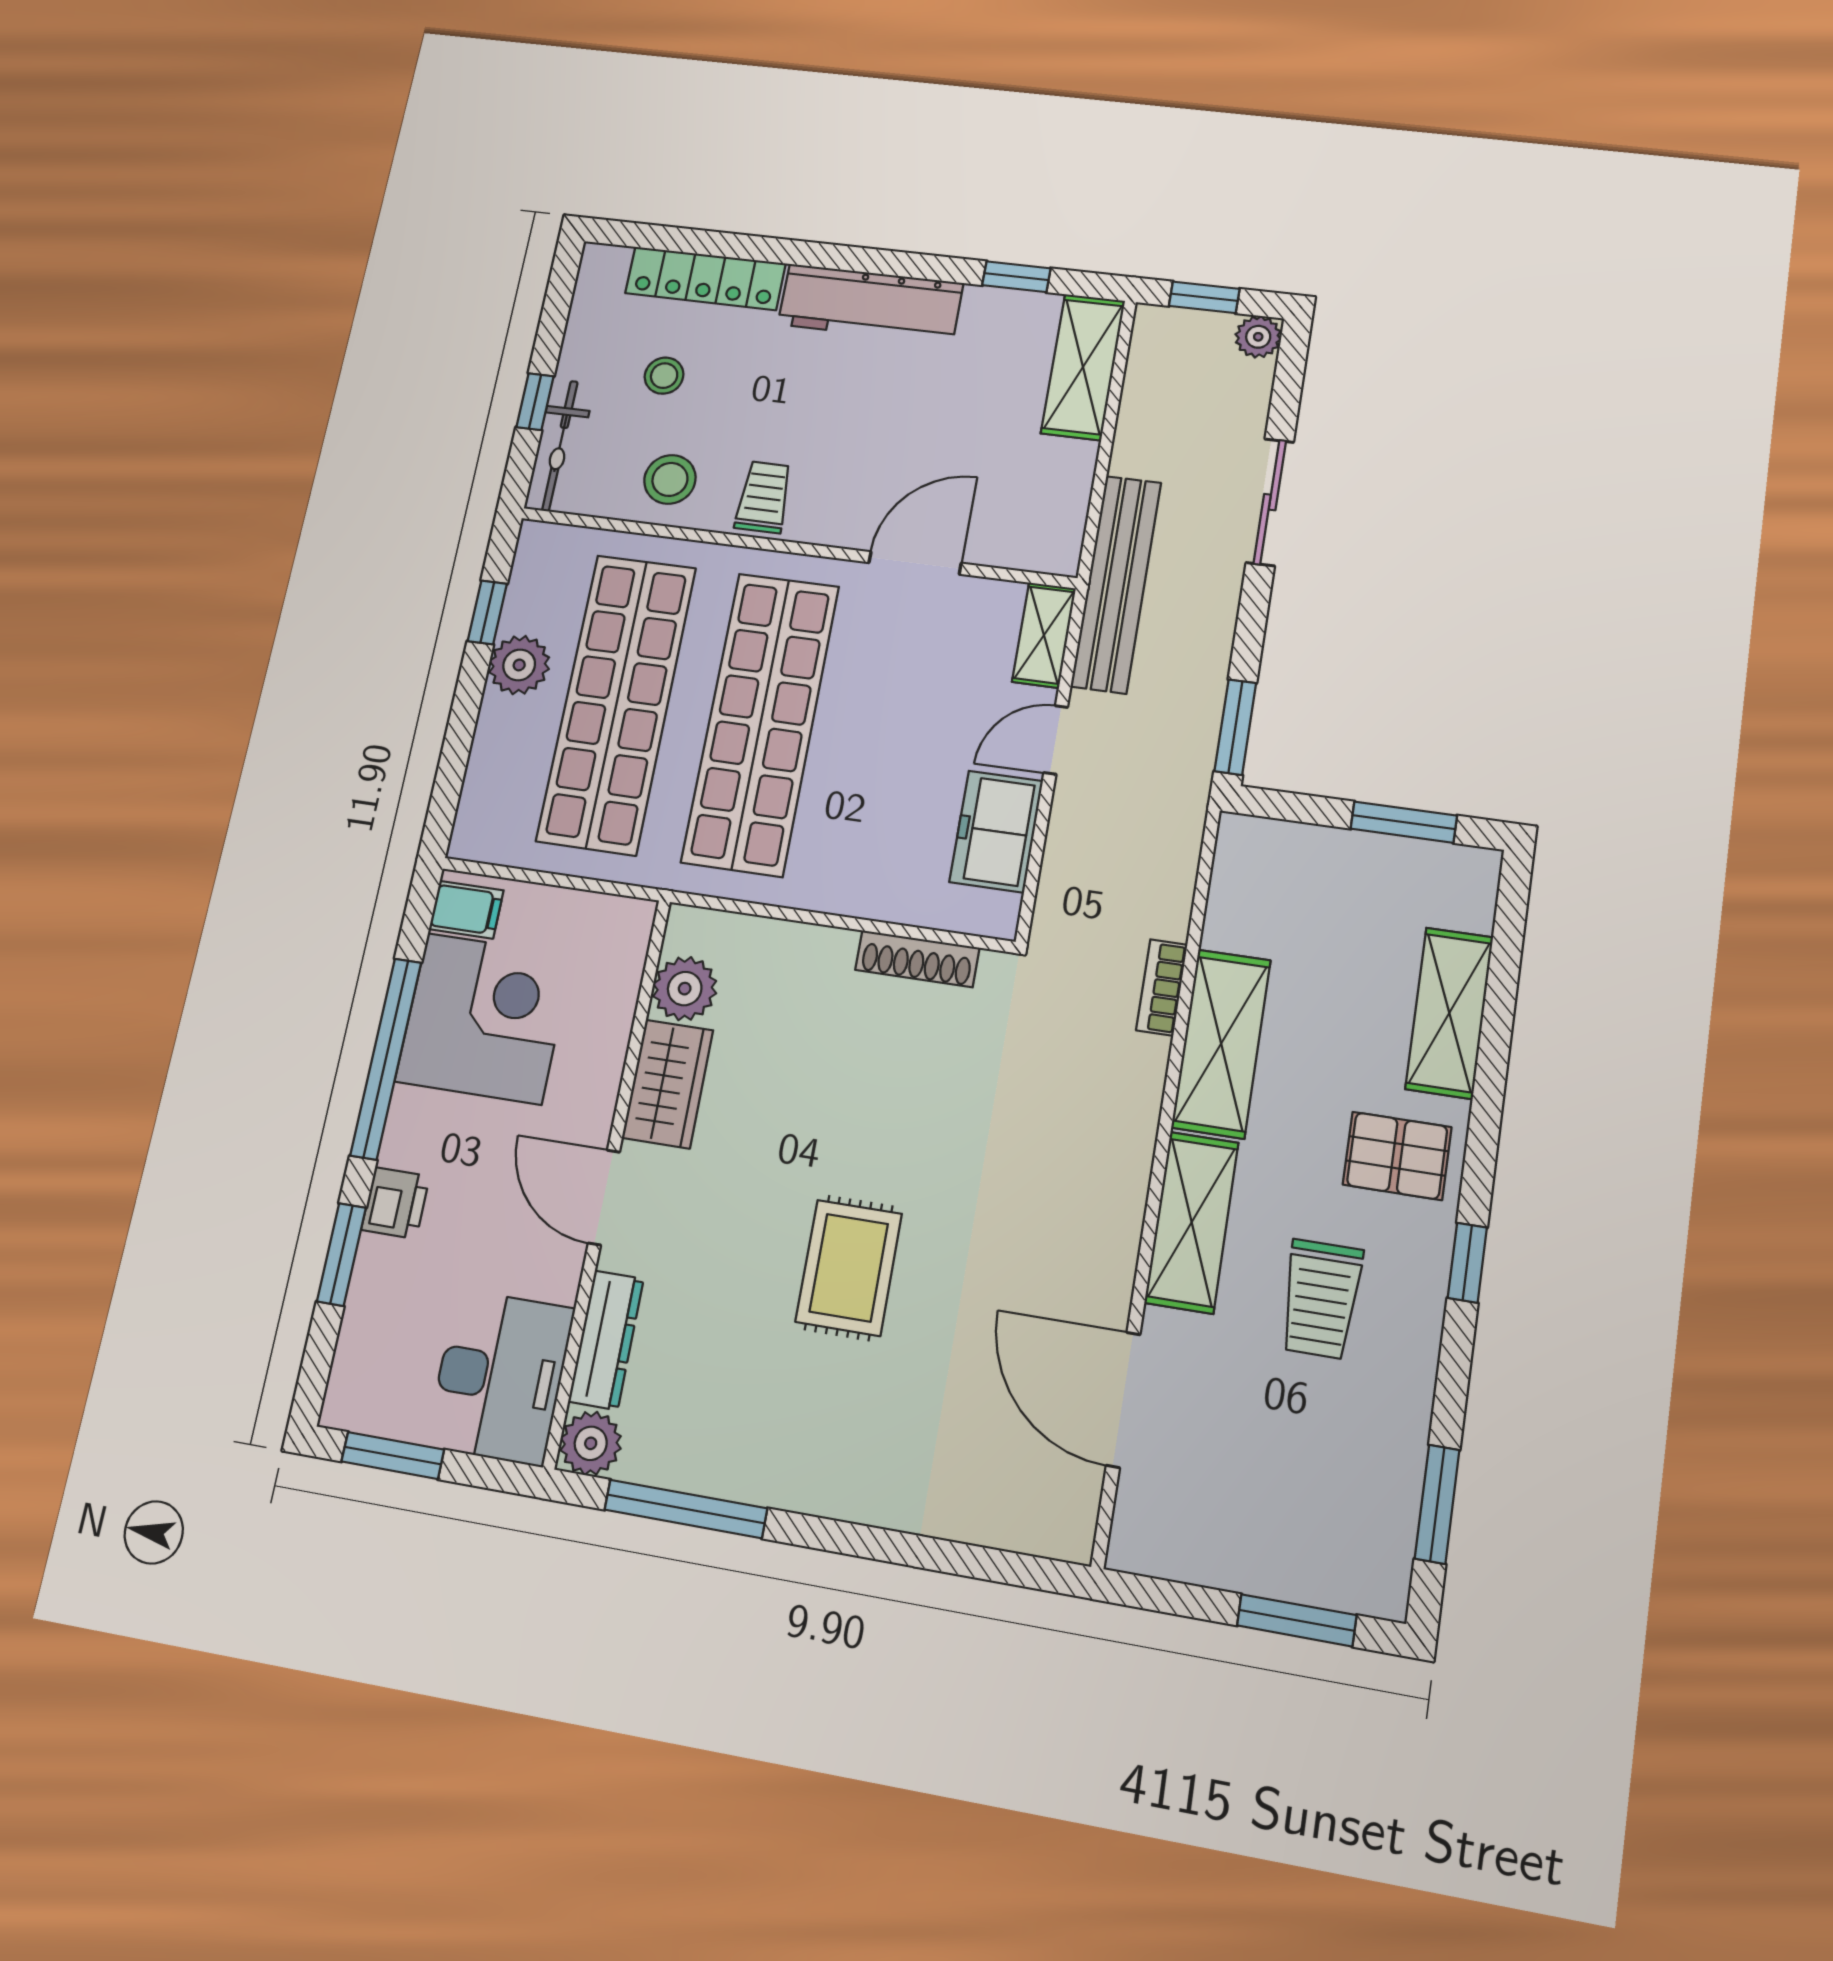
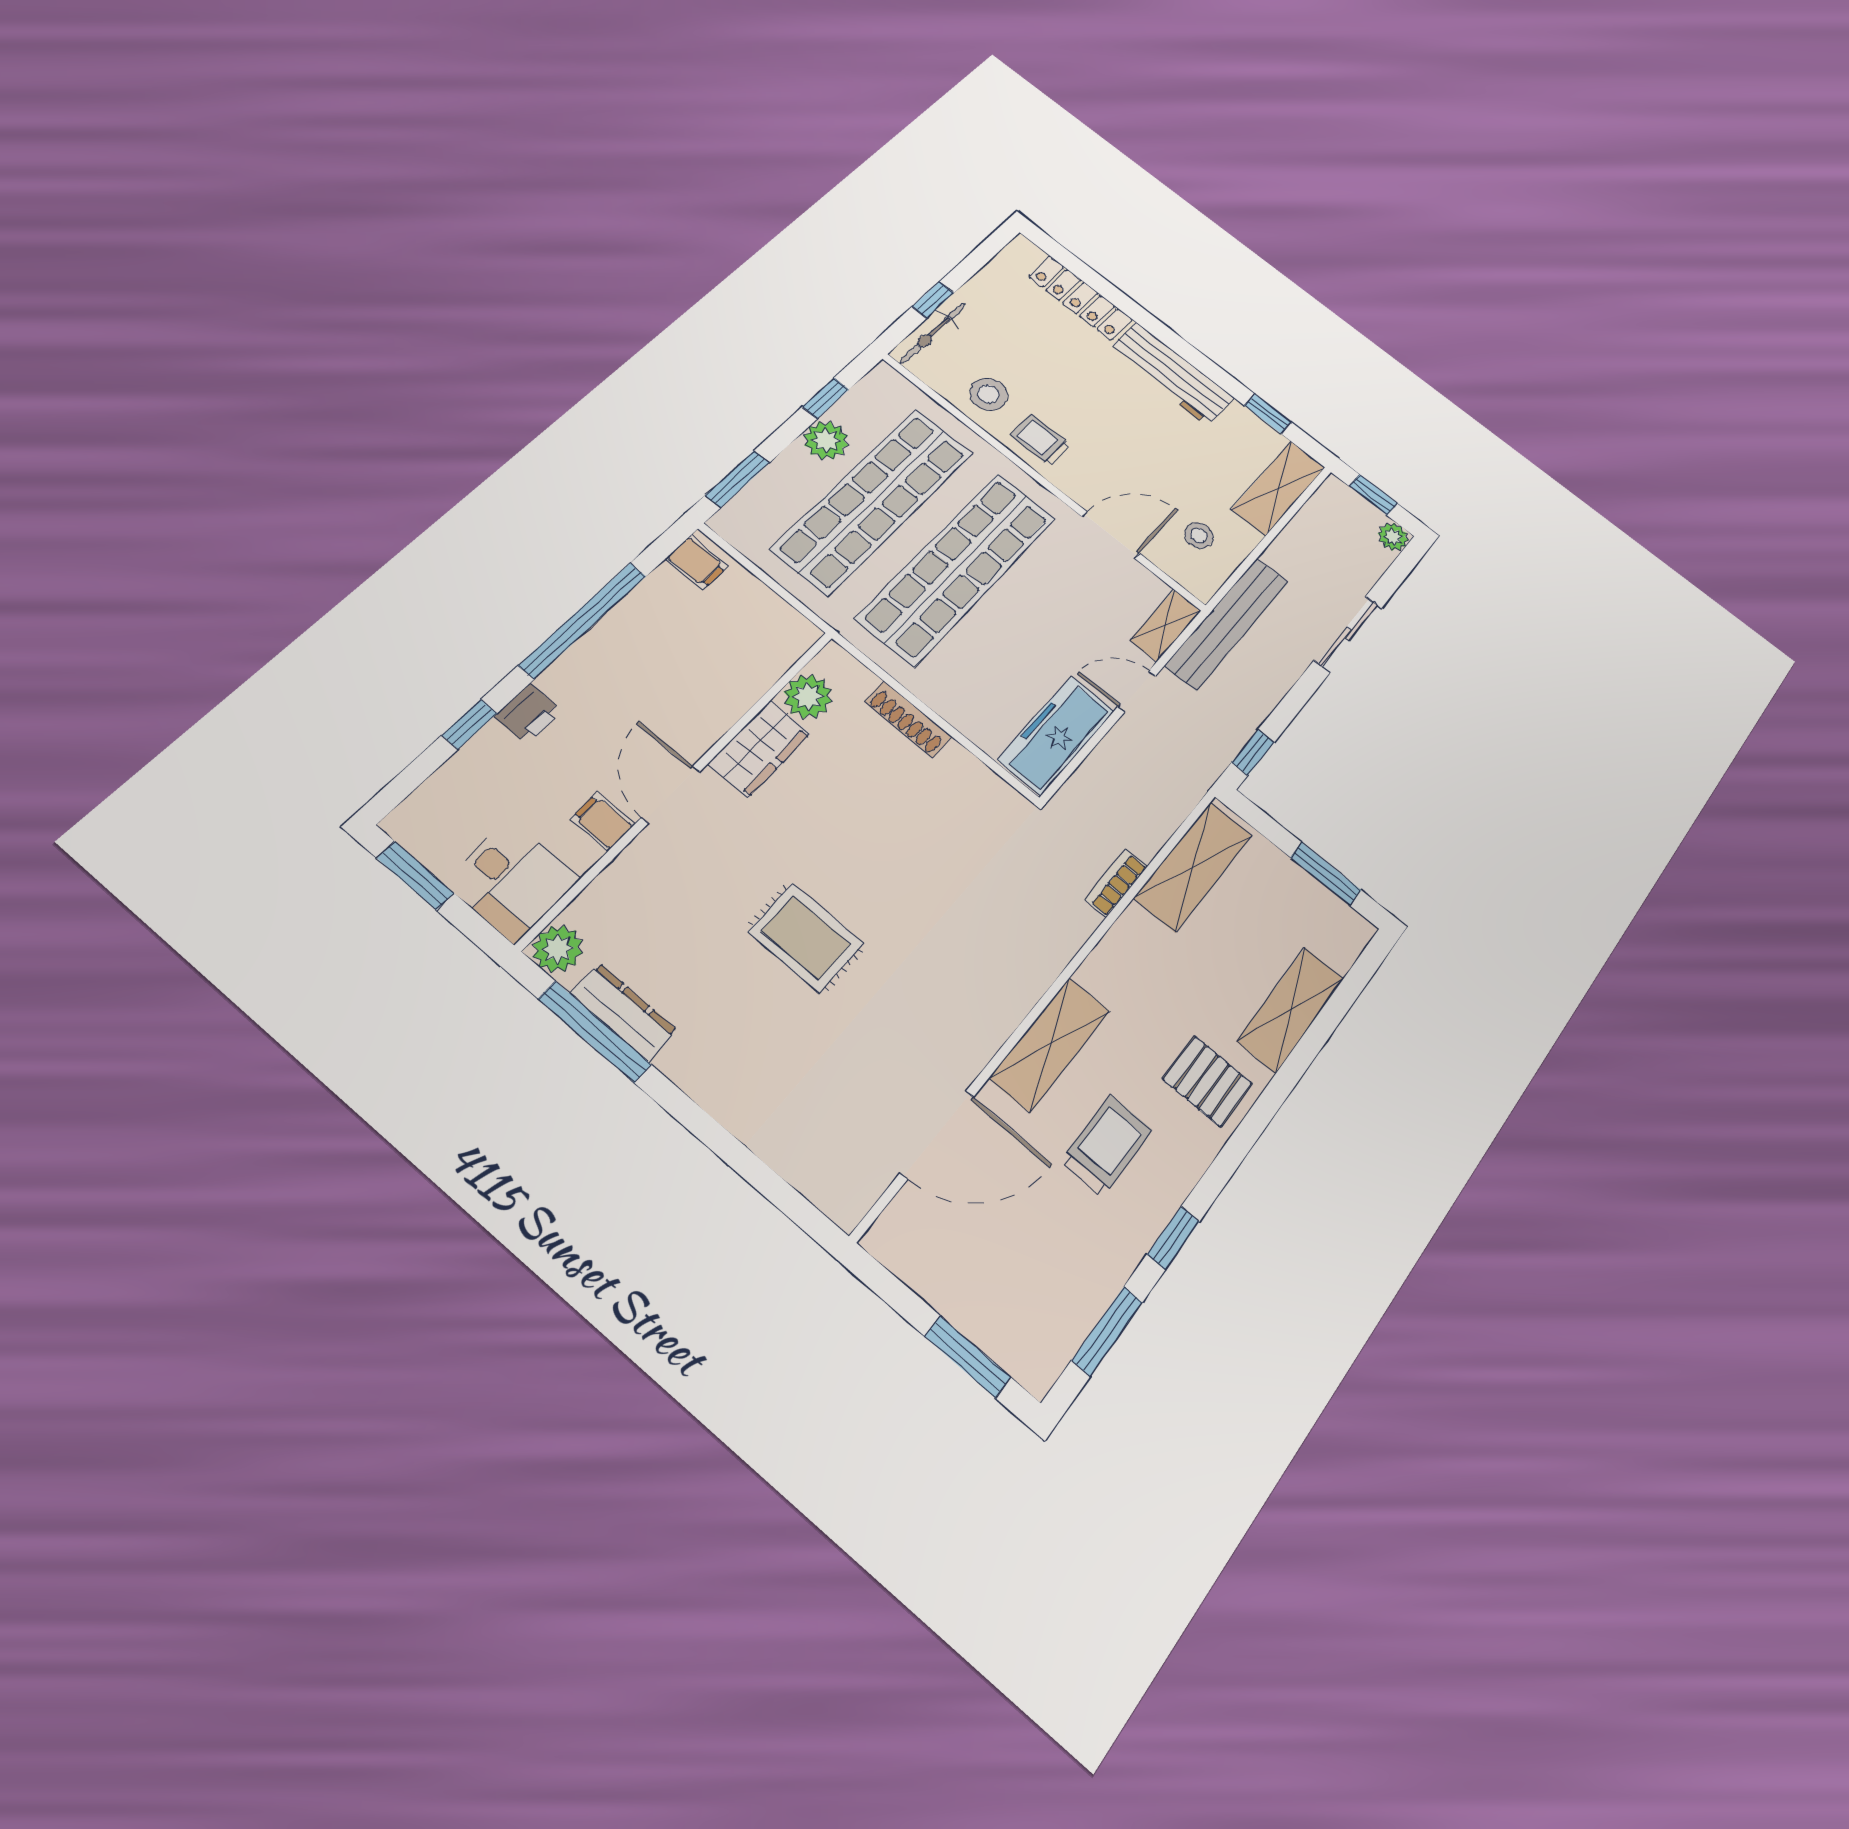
stool: (664, 376) -> (1199, 535), moved
trolley: (764, 497) -> (1040, 440), turned -90
window: (1235, 727) -> (1253, 752), width x0.67
window: (449, 779) -> (737, 479), added
freezer: (996, 831) -> (1056, 735), width x1.40
shoe rack: (917, 959) -> (908, 719), moved
corner desk: (484, 1018) -> (665, 635), removed
shelving: (1221, 1044) -> (1193, 866), moved
window: (341, 1254) -> (469, 724), width x0.67
window: (1467, 1263) -> (1173, 1238), moved
rug: (849, 1268) -> (806, 938), turned 90
filing cabinet: (550, 1274) -> (602, 822), added
trolley: (1321, 1299) -> (1106, 1146), turned 180
dresser: (606, 1340) -> (624, 1012), moved, turned -90
desk: (500, 1377) -> (512, 880), width x0.73
door: (1123, 1400) -> (937, 1135), swing flipped

